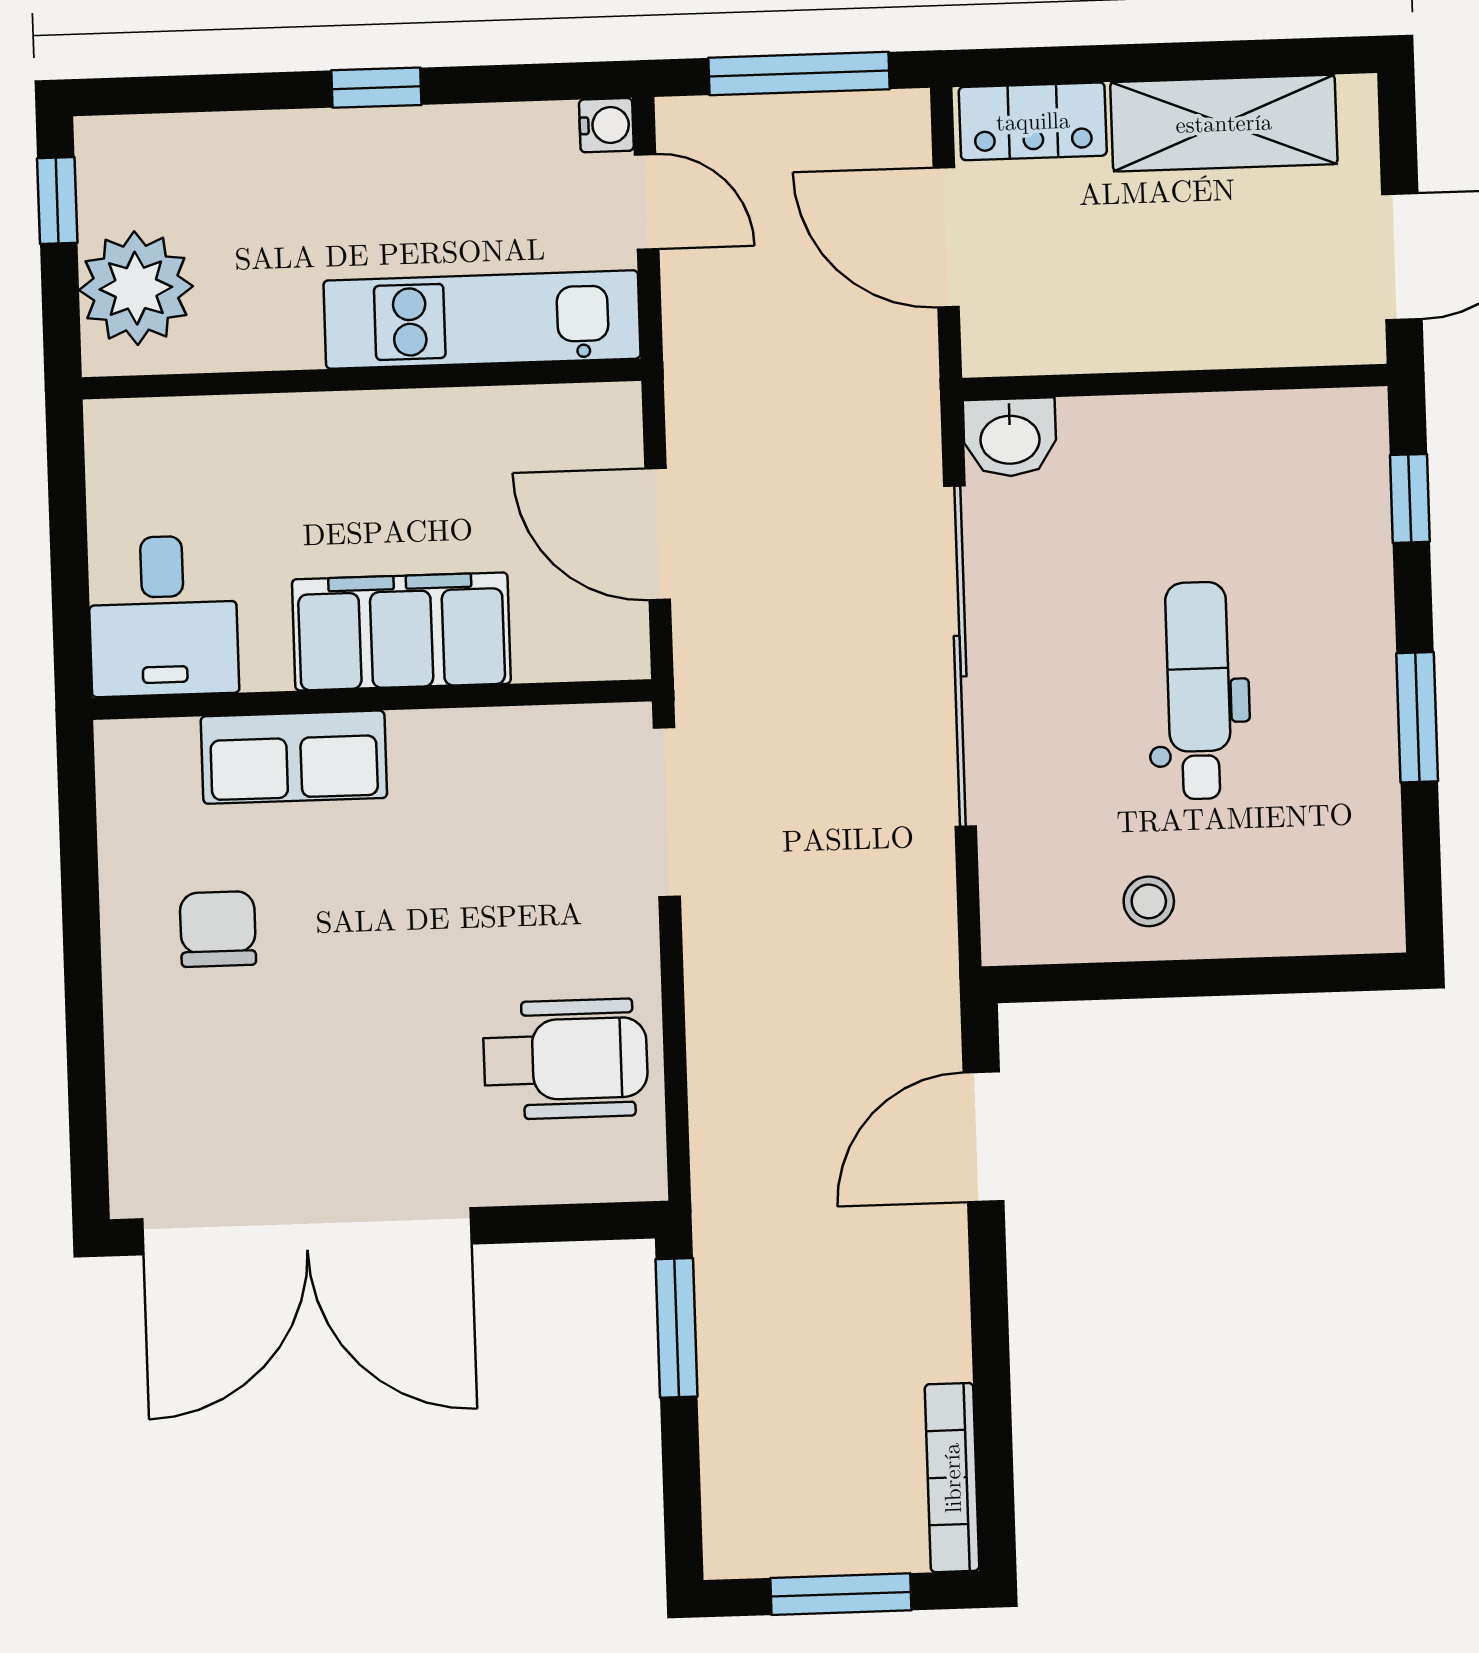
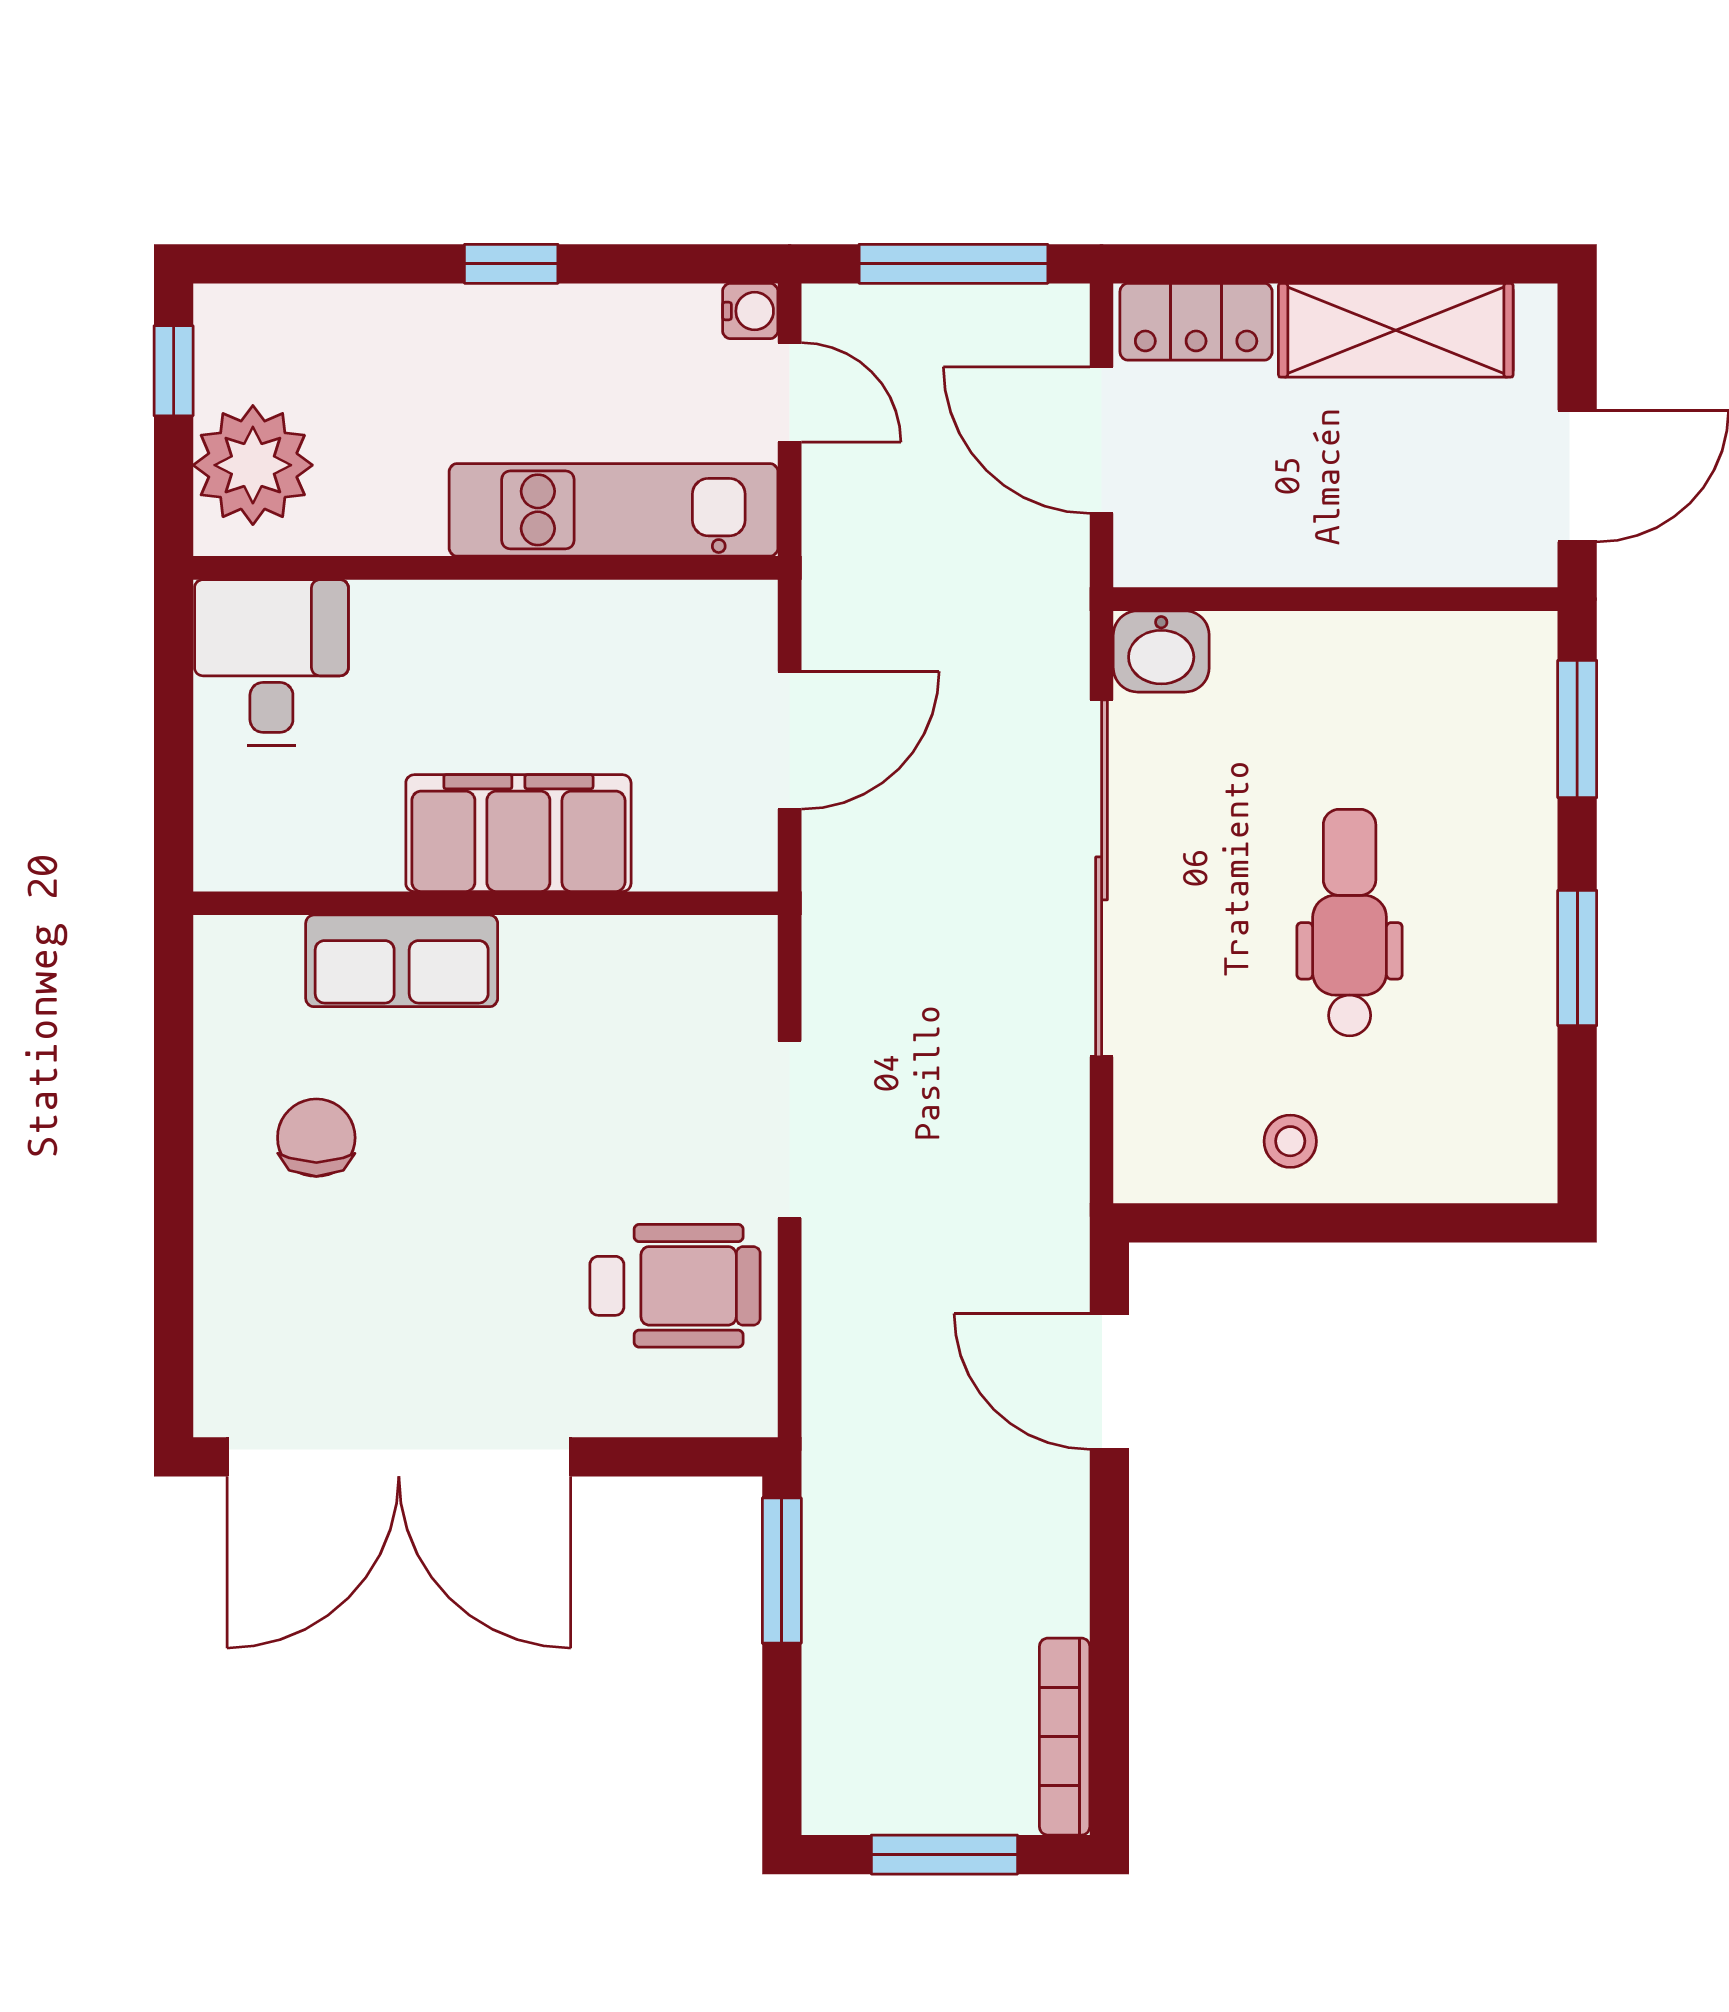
window: (1410, 498) -> (1577, 729), width x1.50
door: (658, 534) -> (790, 740), swing flipped
desk: (163, 616) -> (271, 663), moved, turned 180
doorway: (667, 812) -> (790, 1129), moved
door: (983, 1137) -> (1109, 1382), hinge flipped

